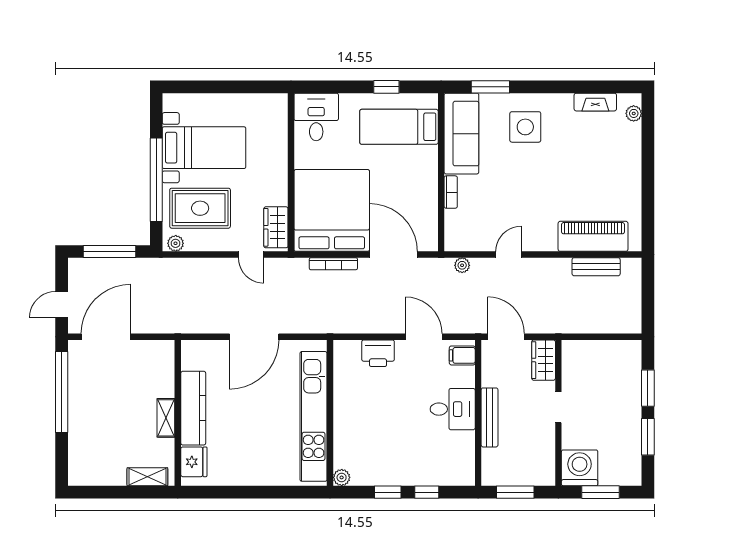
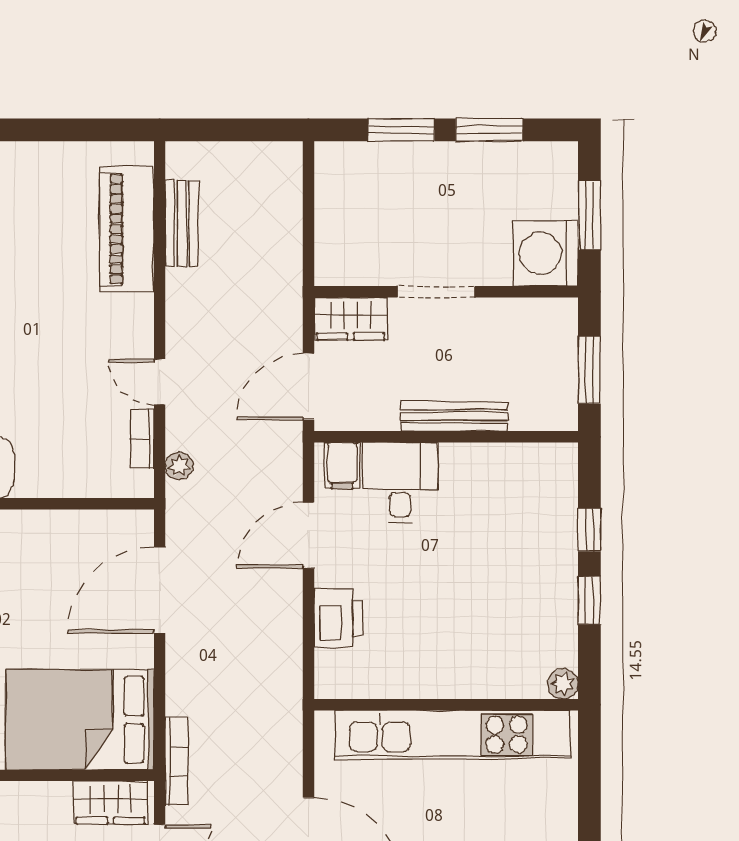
bookcase: (451, 192) -> (142, 439), moved, turned -90
bed: (332, 210) -> (80, 720), width x0.73
bookcase: (333, 264) -> (176, 762), moved
doorway: (558, 407) -> (436, 292), width x1.38
desk: (453, 409) -> (400, 483), moved

